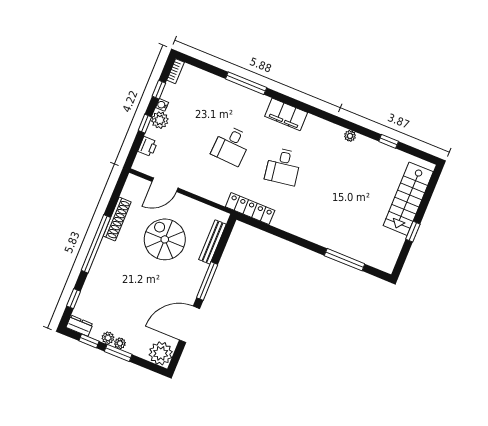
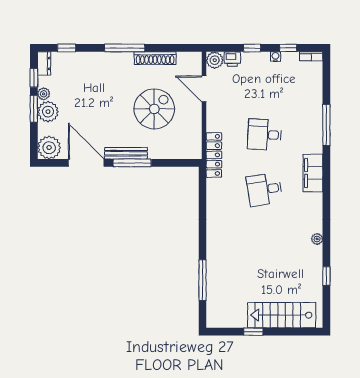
plant: (160, 120) -> (215, 60), moved
locker: (250, 209) -> (214, 155), moved
bench: (212, 242) -> (126, 153), moved
window: (96, 244) -> (125, 48), width x0.68
plant: (120, 343) -> (48, 112), width x1.87, depth x1.87

